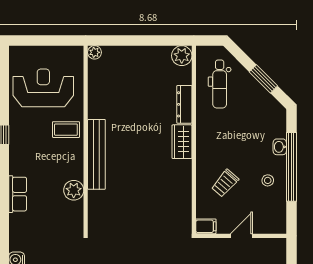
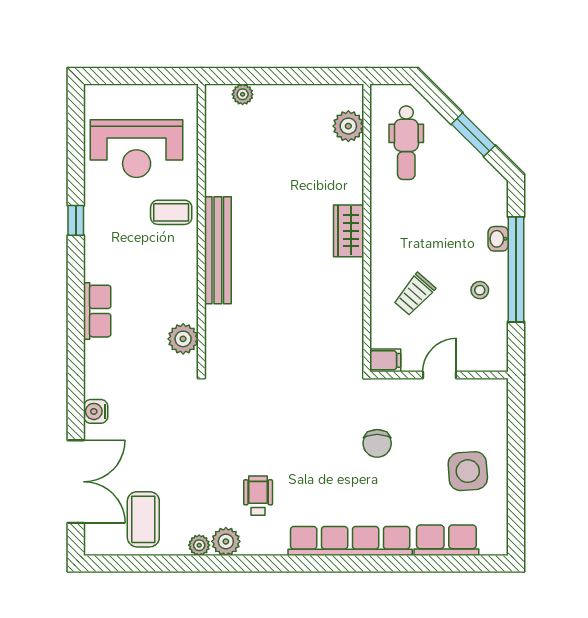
plant: (95, 52) -> (243, 94), moved
plant: (182, 56) -> (348, 126), moved
reception desk: (43, 88) -> (137, 149), turned 180
dresser: (184, 104) -> (352, 174), removed
plant: (74, 190) -> (183, 339), moved

